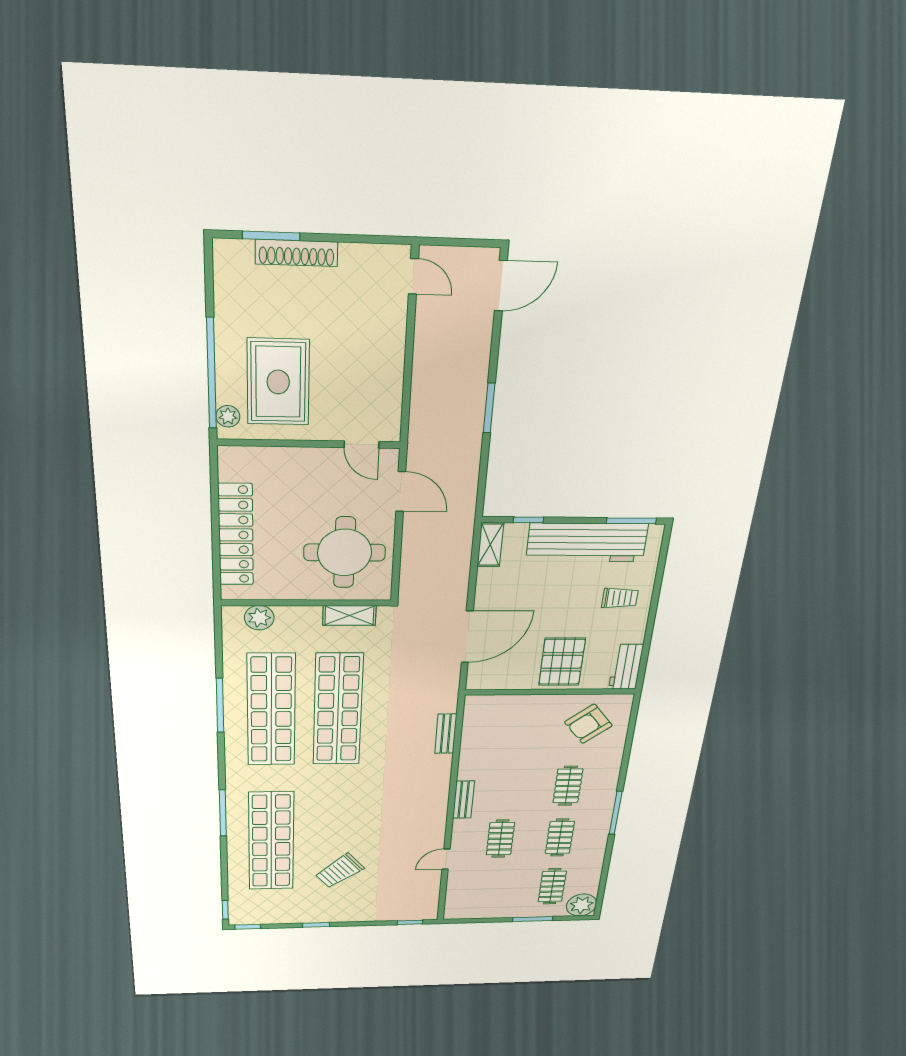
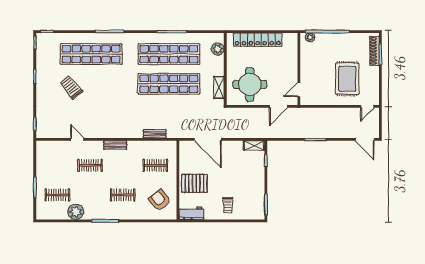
shoe rack: (297, 253) -> (374, 51), moved
rug: (278, 382) -> (347, 79), moved, turned 90
workbench: (587, 543) -> (255, 187), removed
clothes rail: (560, 837) -> (155, 165), moved
plant: (582, 905) -> (76, 212), moved

